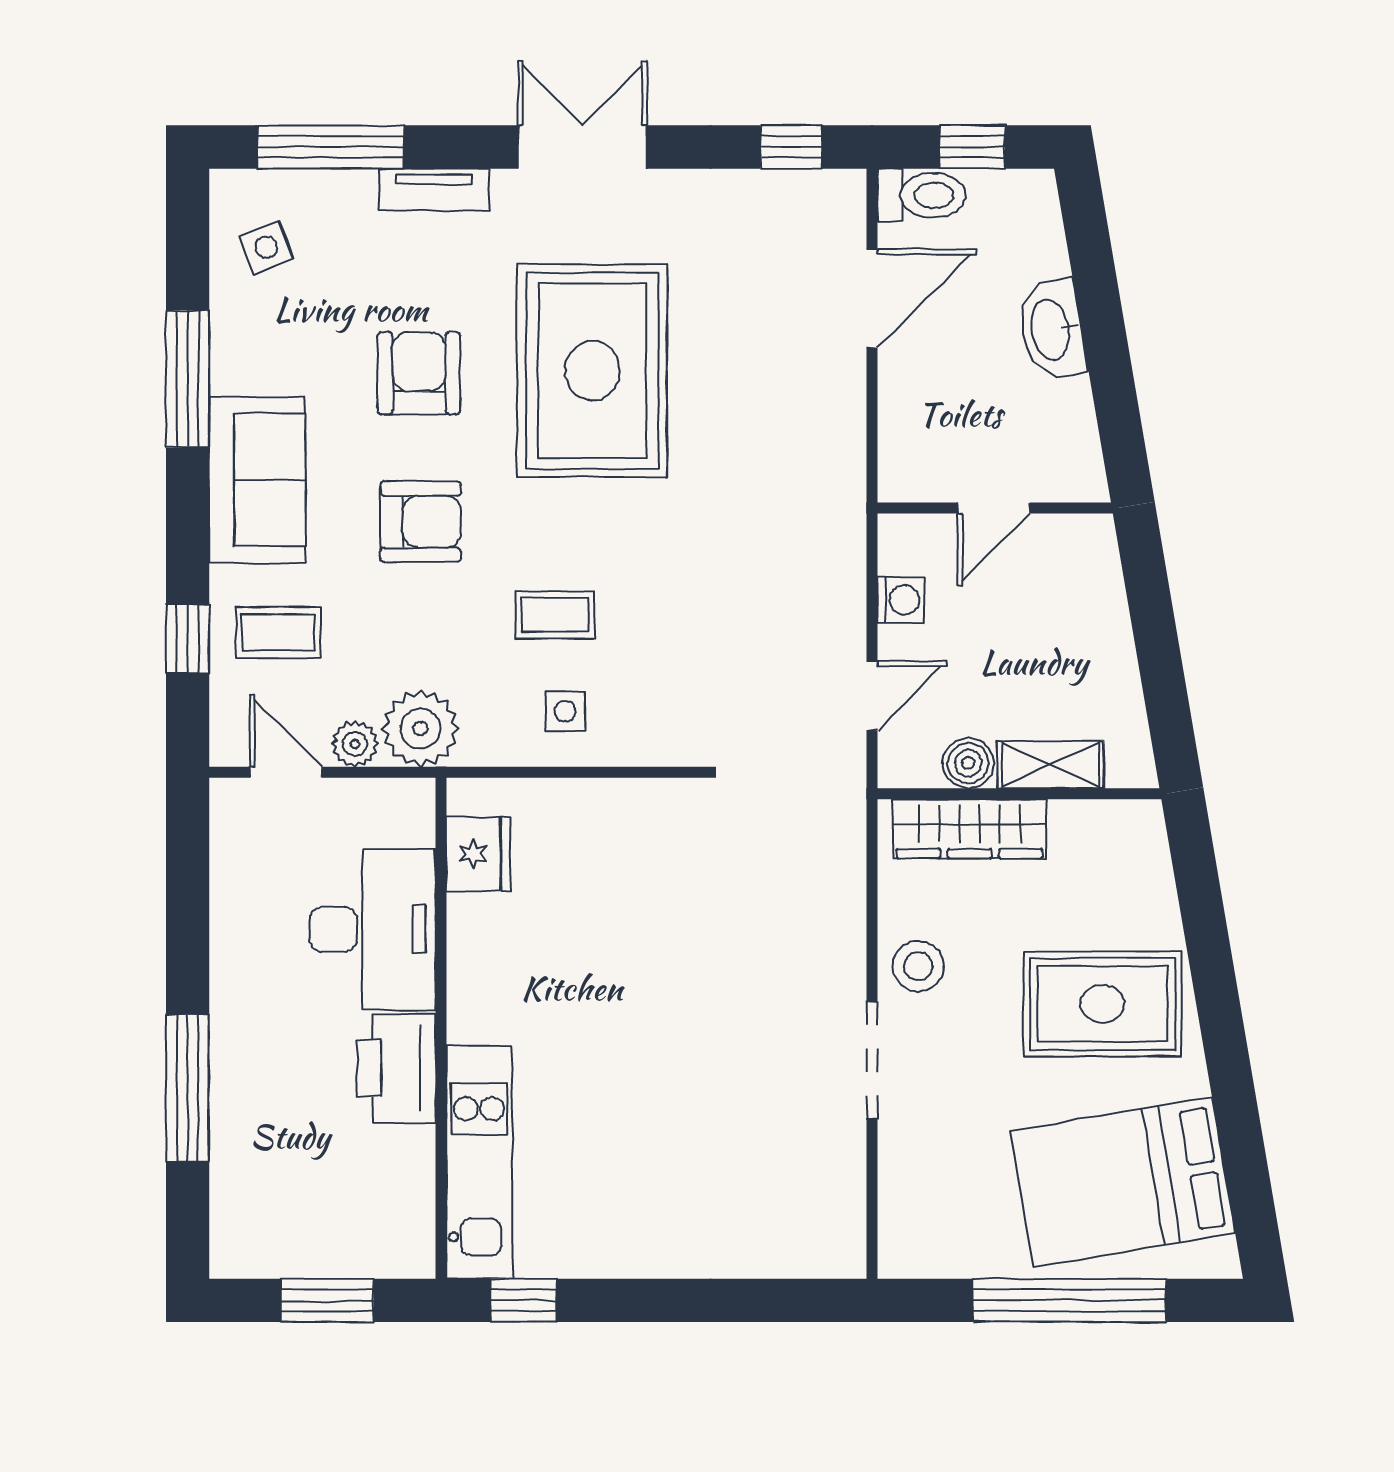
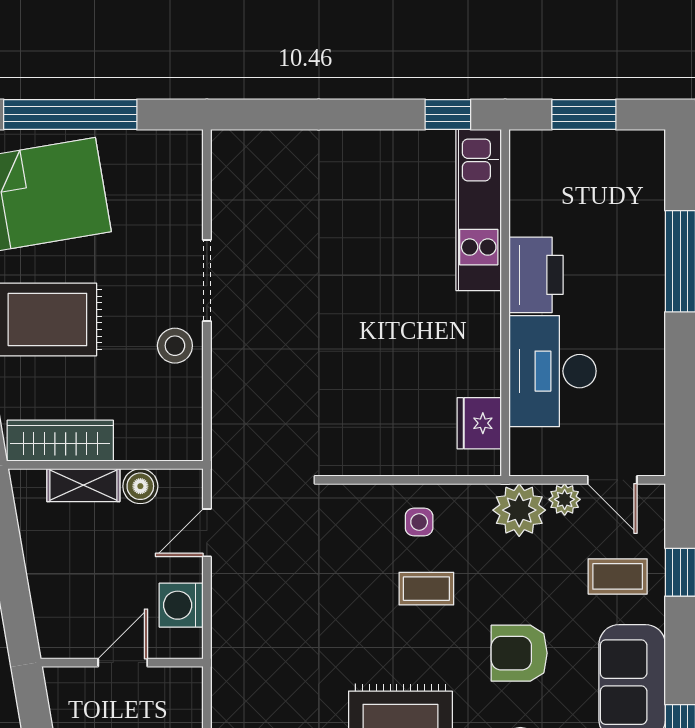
washing machine: (901, 600) -> (181, 605), width x1.38, depth x1.38
wardrobe: (969, 829) -> (60, 441), moved

